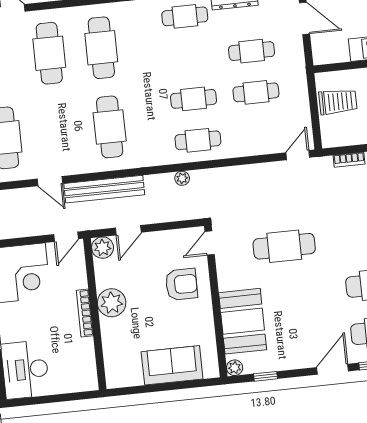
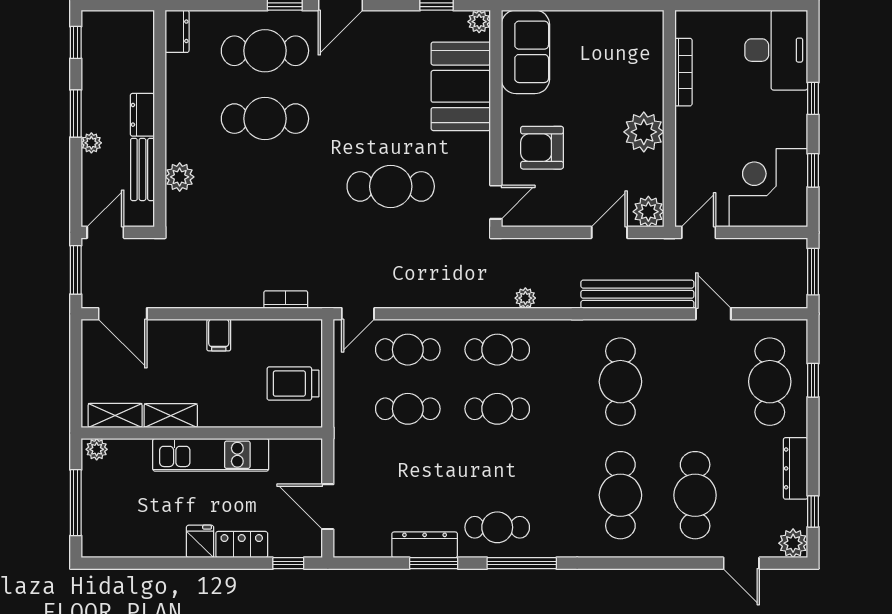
cafe table: (252, 51) -> (408, 350), moved
bookcase: (85, 313) -> (683, 72), moved
sofa: (172, 365) -> (525, 52), moved, turned -90

